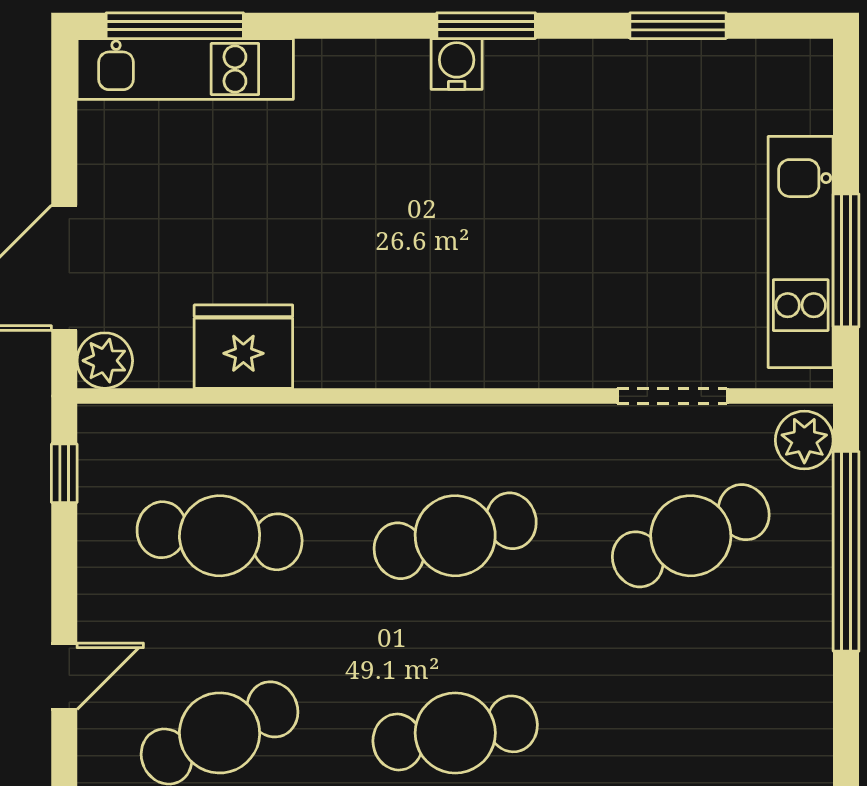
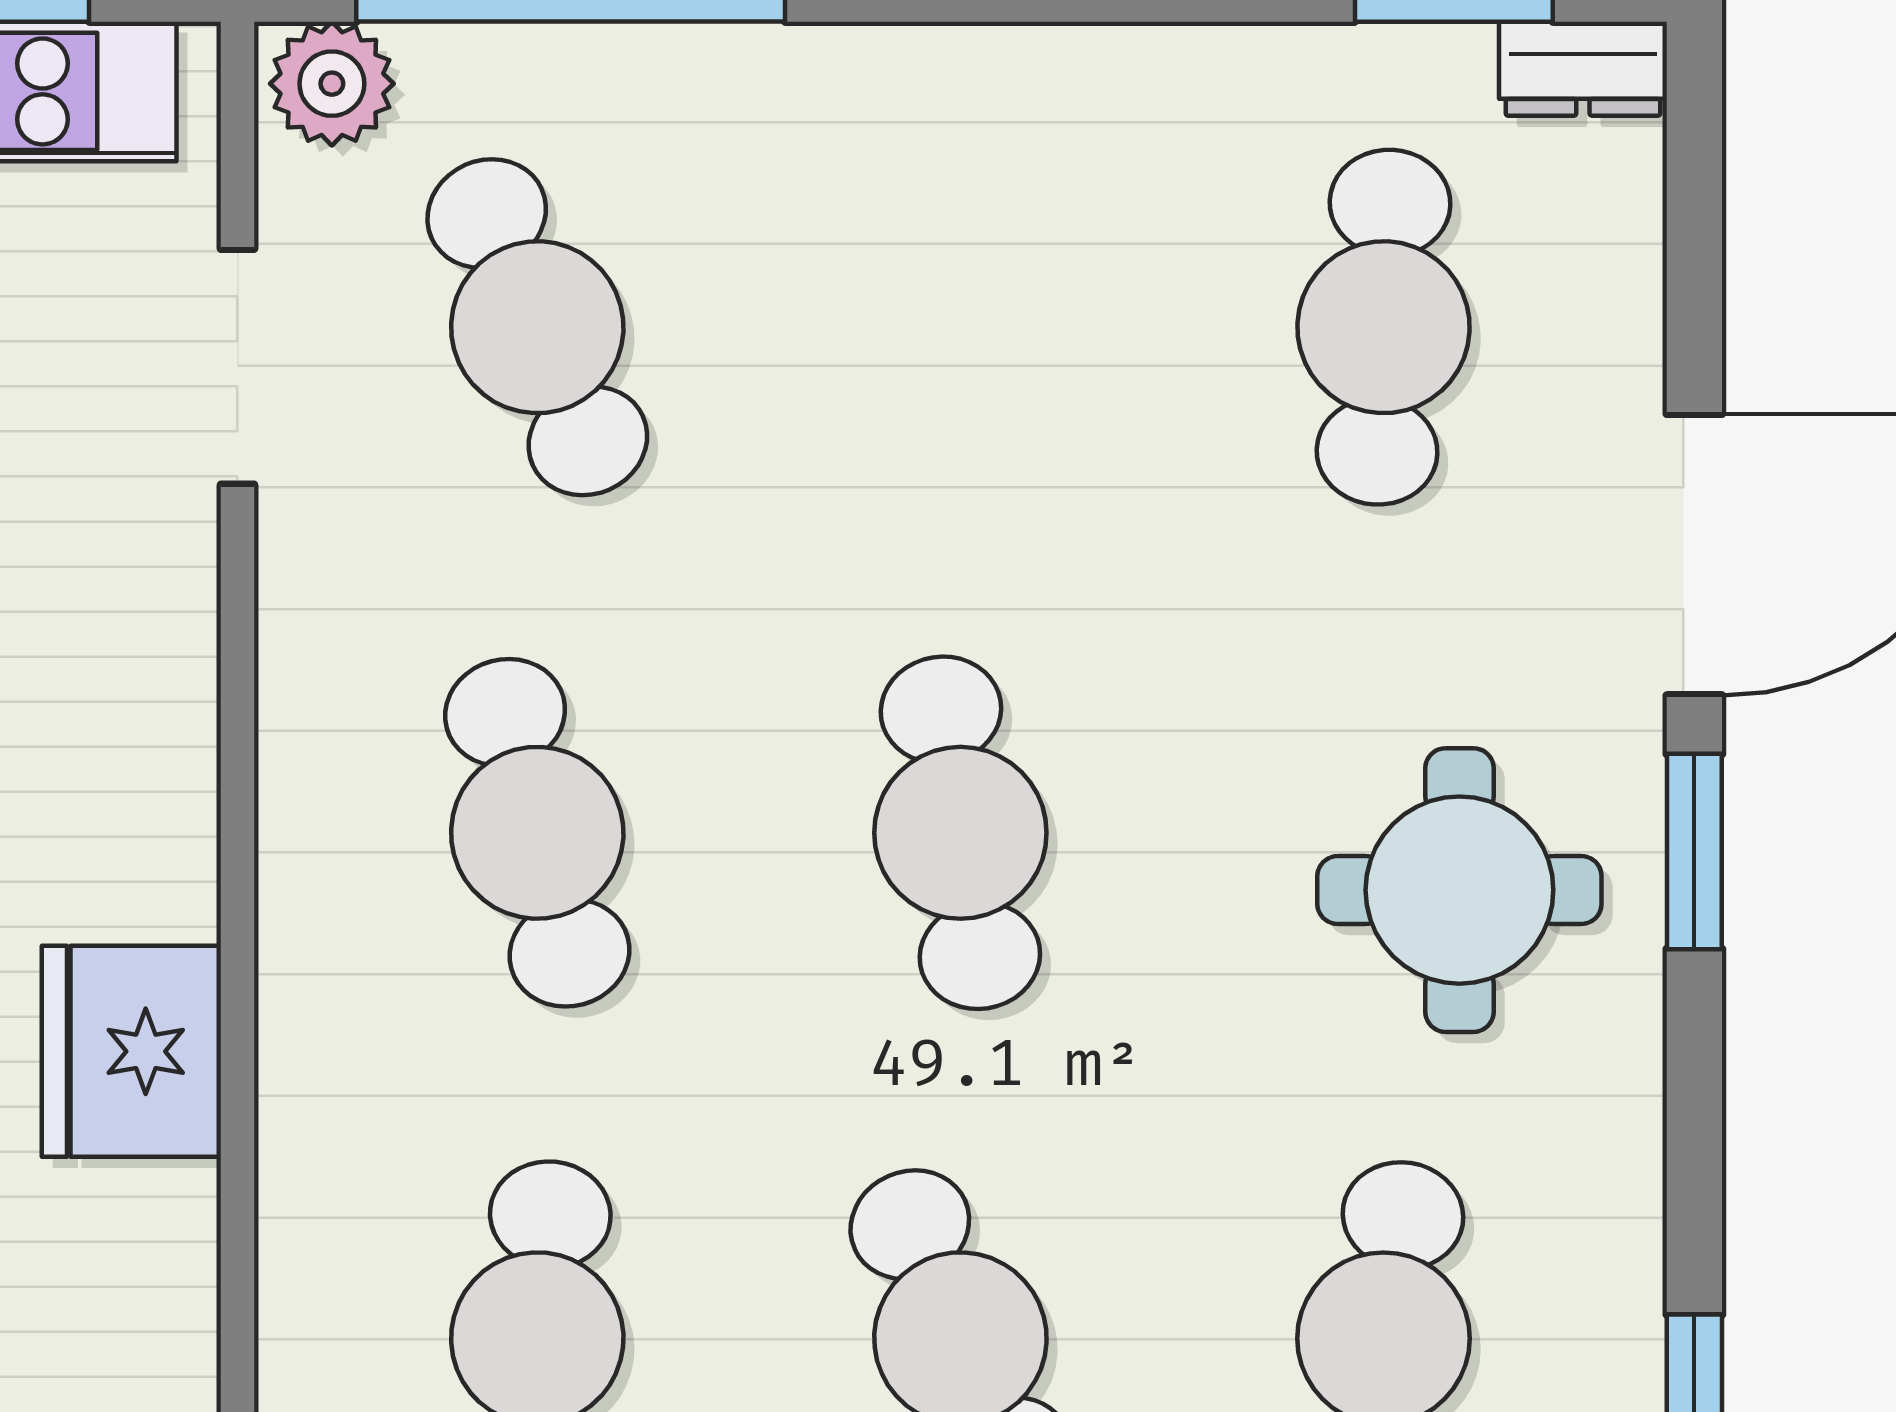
fridge: (243, 347) -> (131, 1051), moved

